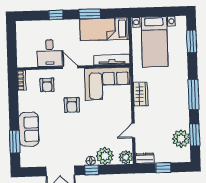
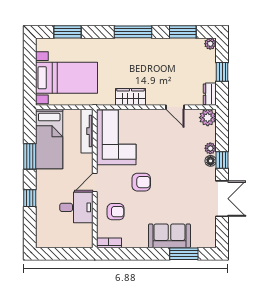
plant: (181, 139) -> (210, 44), moved, width x0.53, depth x0.53
plant: (105, 156) -> (210, 148), width x0.53, depth x0.53

